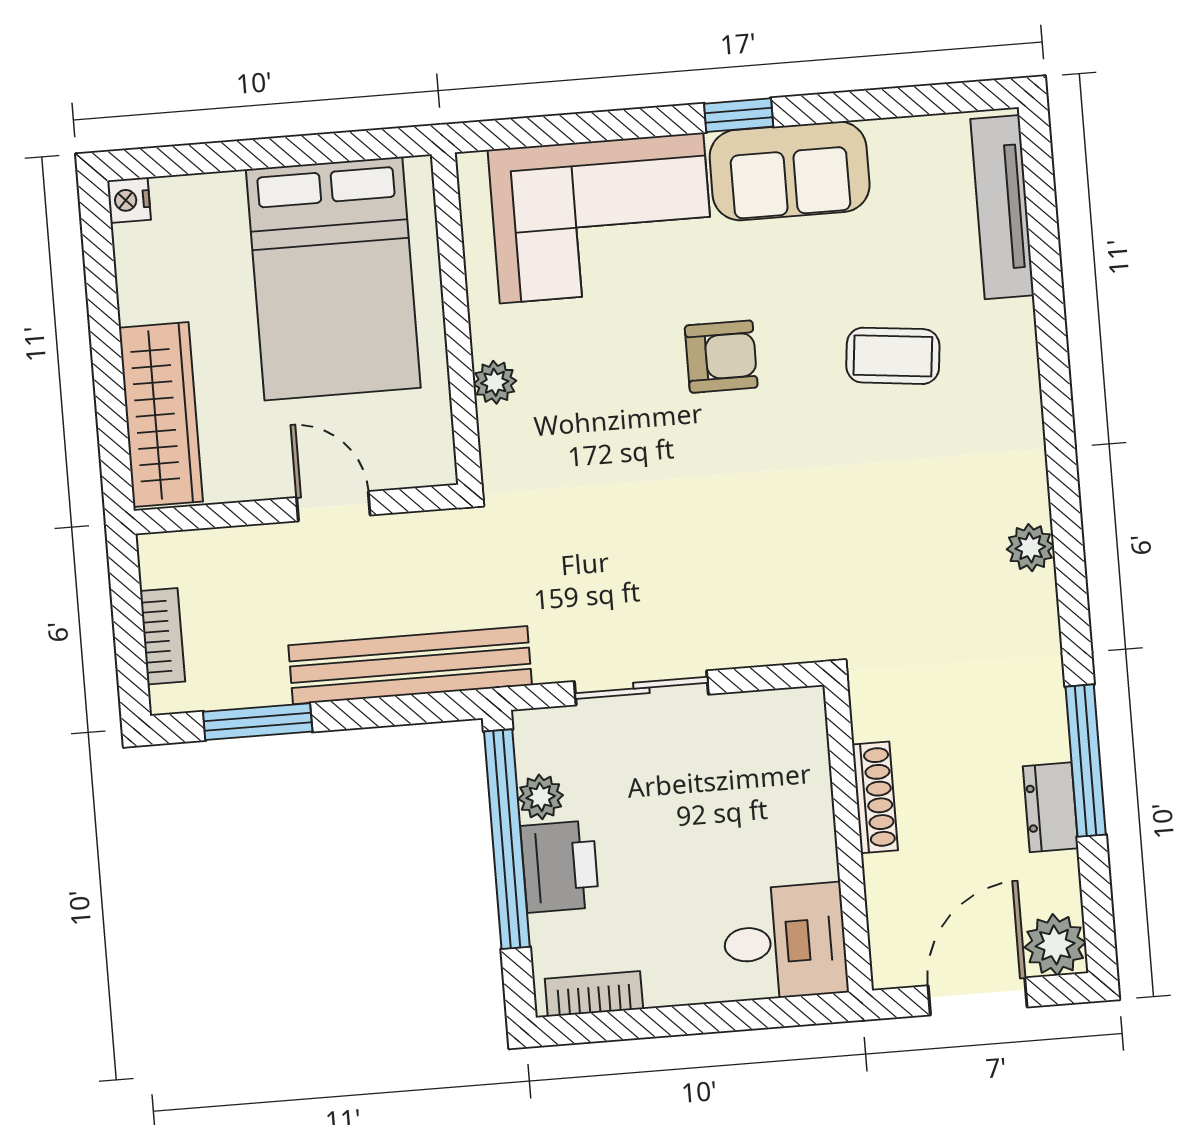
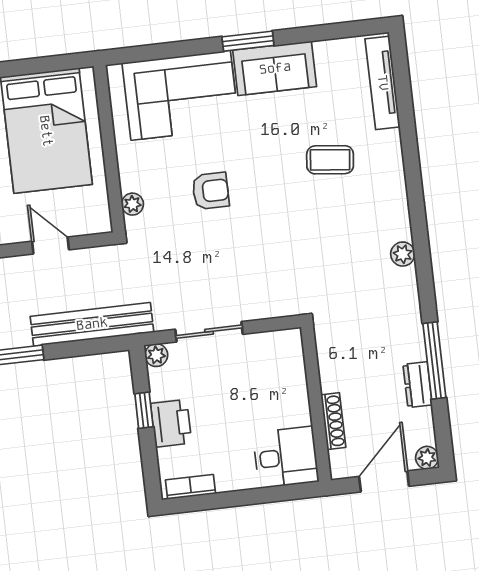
window: (739, 115) -> (248, 41), width x1.50
armchair: (721, 357) -> (211, 191), moved
plant: (495, 382) -> (133, 204), moved
plant: (541, 797) -> (156, 355), moved
shoe rack: (875, 797) -> (333, 421), moved
window: (507, 839) -> (144, 410), width x0.32
plant: (1055, 945) -> (427, 458), width x0.73, depth x0.73

